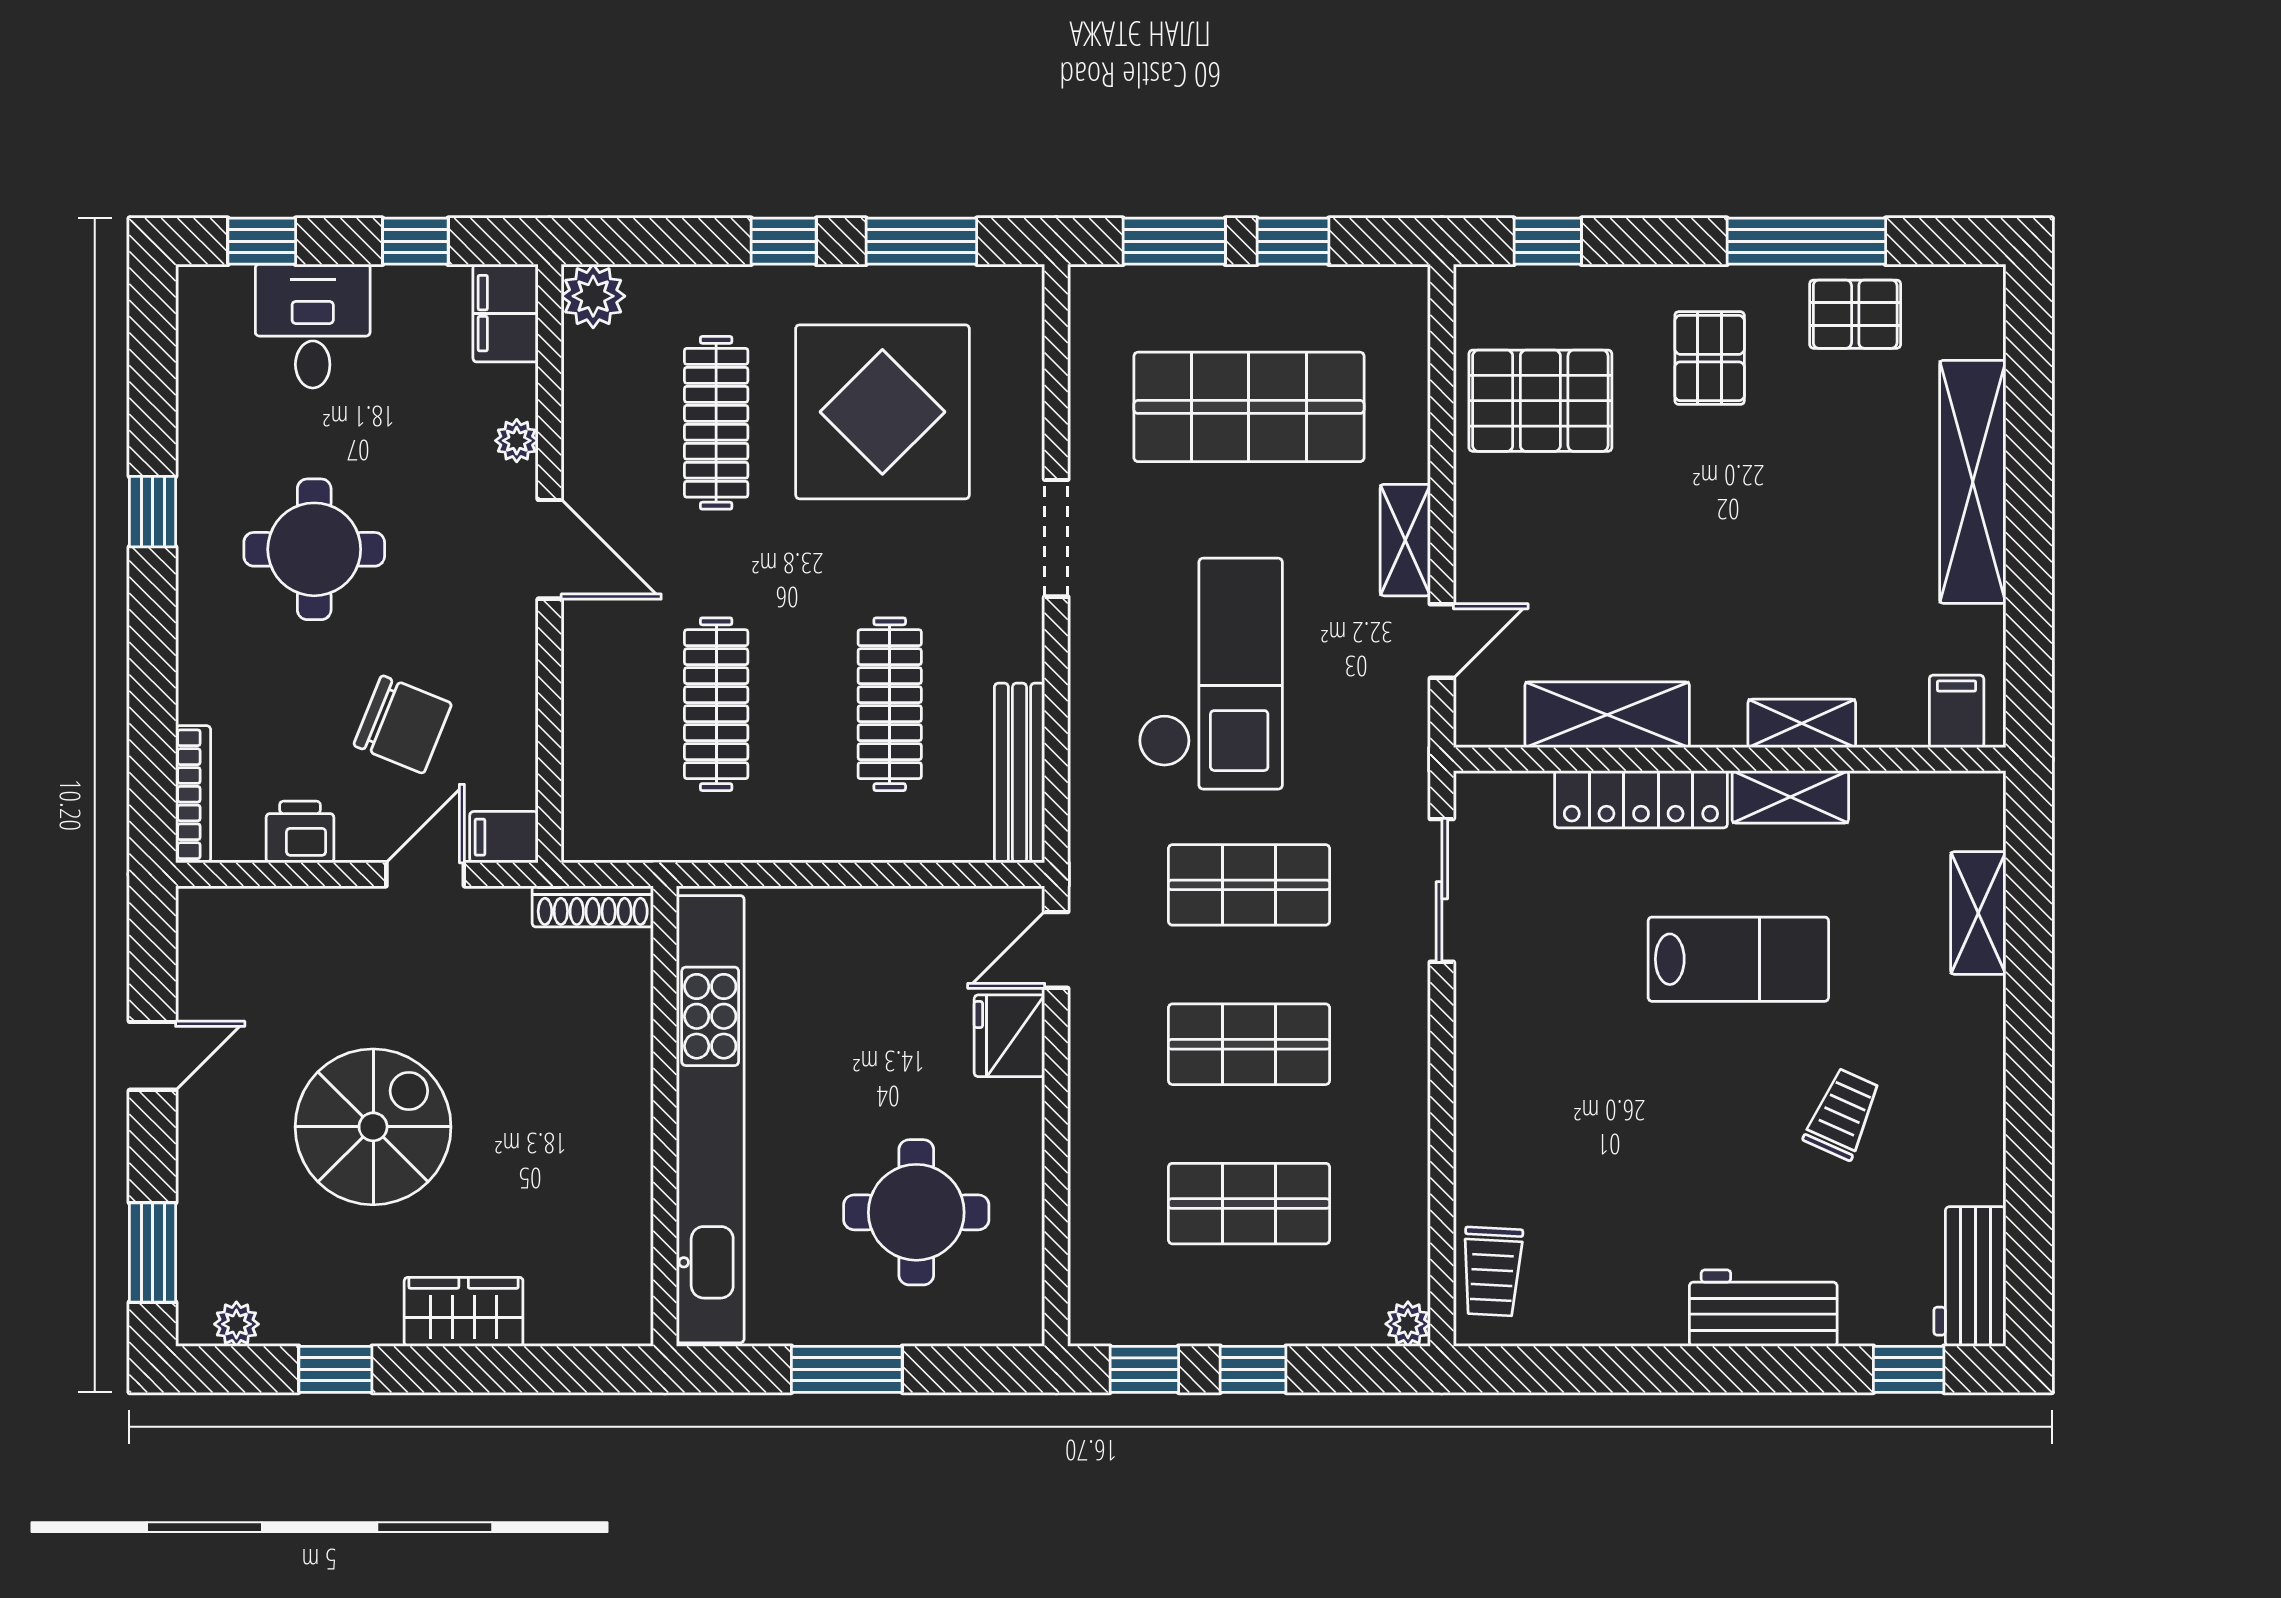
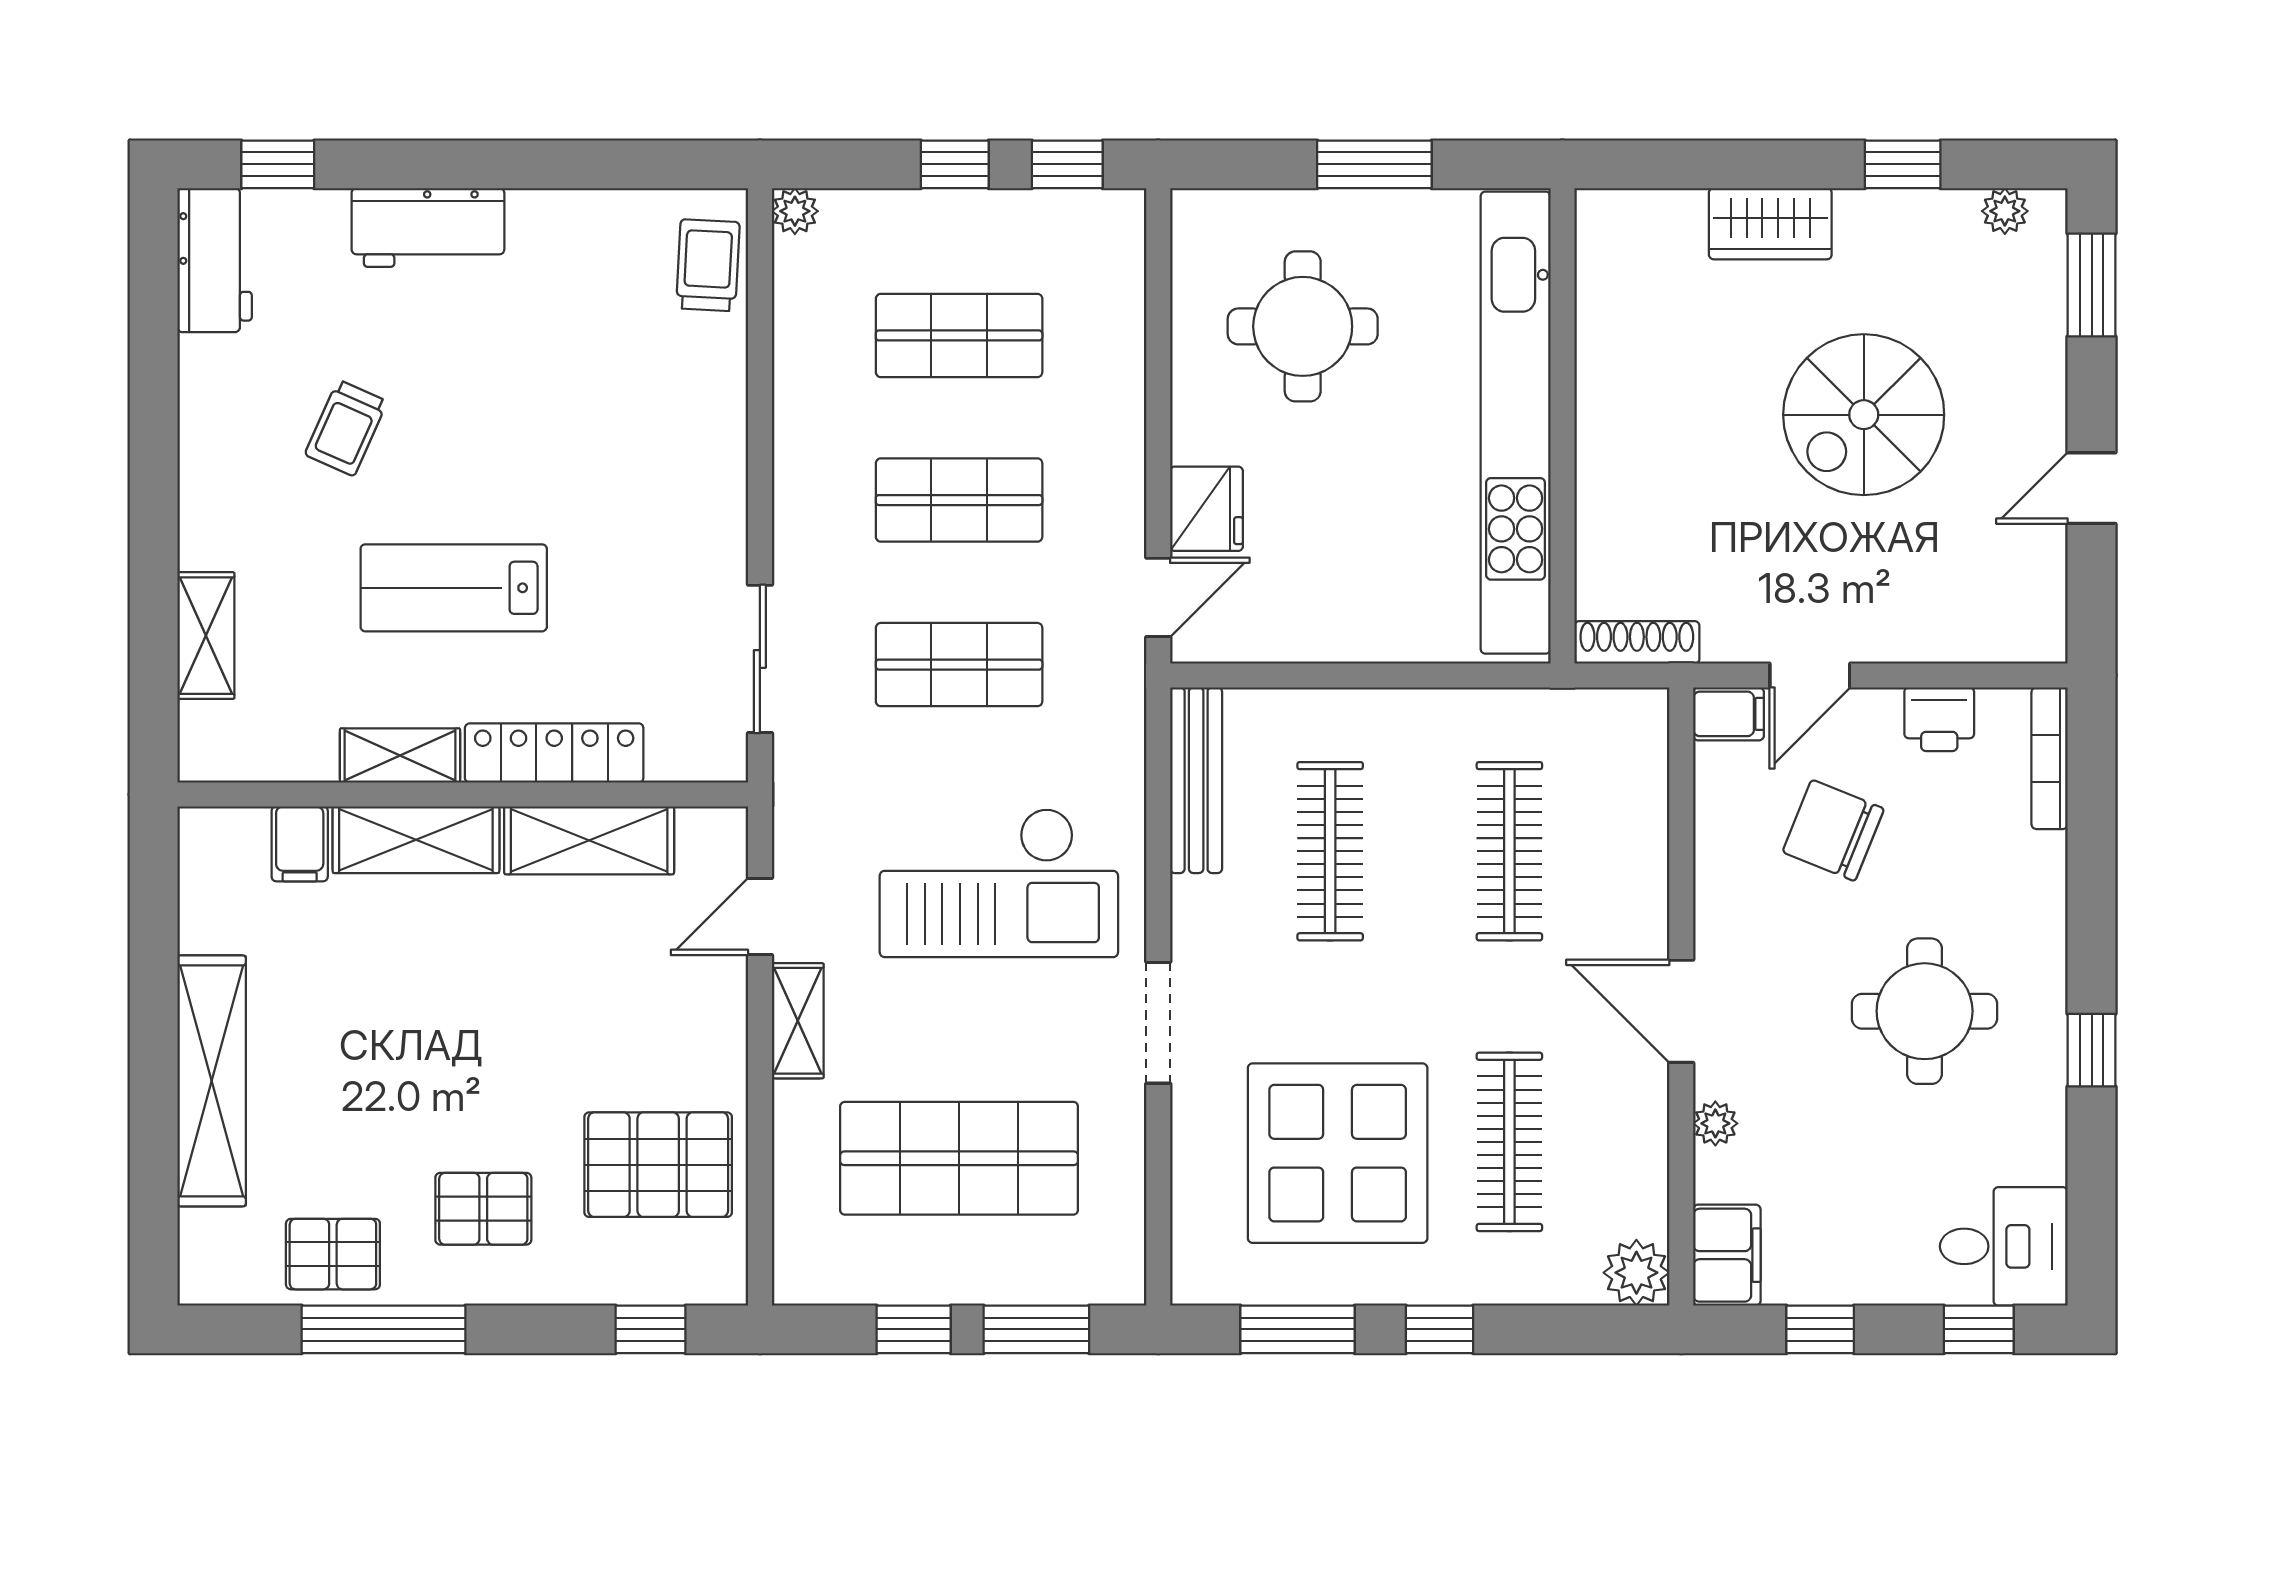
desk: (313, 326) -> (2004, 1246), moved, turned -90
pallet: (1710, 358) -> (483, 1209), turned 90
checkout: (1210, 674) -> (999, 883), turned -90
filing cabinet: (1957, 711) -> (300, 844), moved
shelving: (1802, 723) -> (416, 840), width x1.50, depth x1.33

